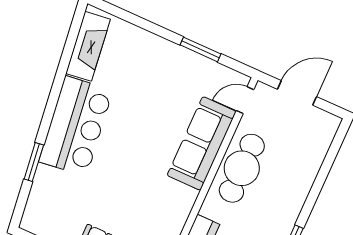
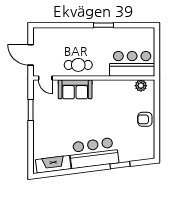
sofa: (202, 143) -> (75, 89), width x0.73
cafe table: (242, 168) -> (78, 65), width x0.73, depth x0.74

